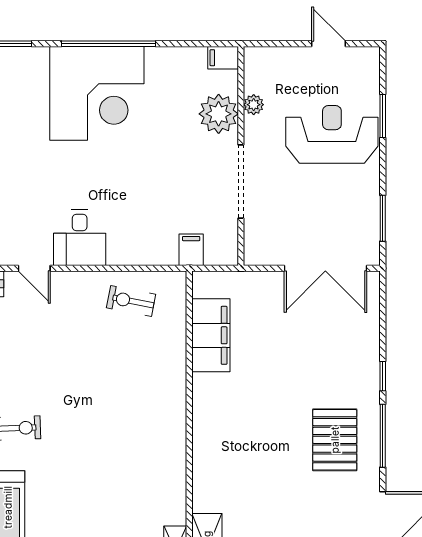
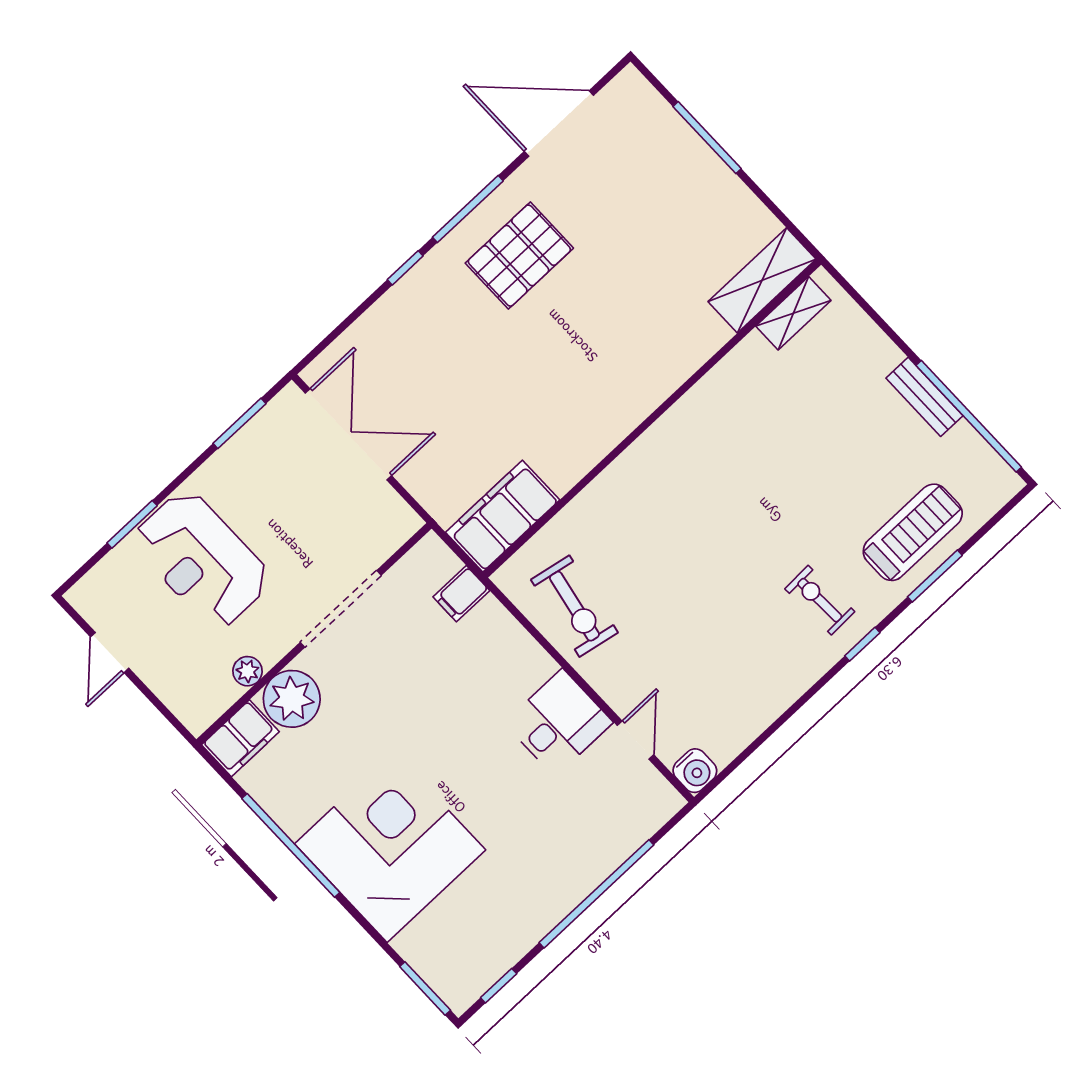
window: (108, 44) -> (291, 845), moved
filing cabinet: (223, 58) -> (240, 738), width x2.00
exercise bike: (131, 301) -> (574, 606), width x1.38, depth x1.39
filing cabinet: (211, 335) -> (503, 516), moved

